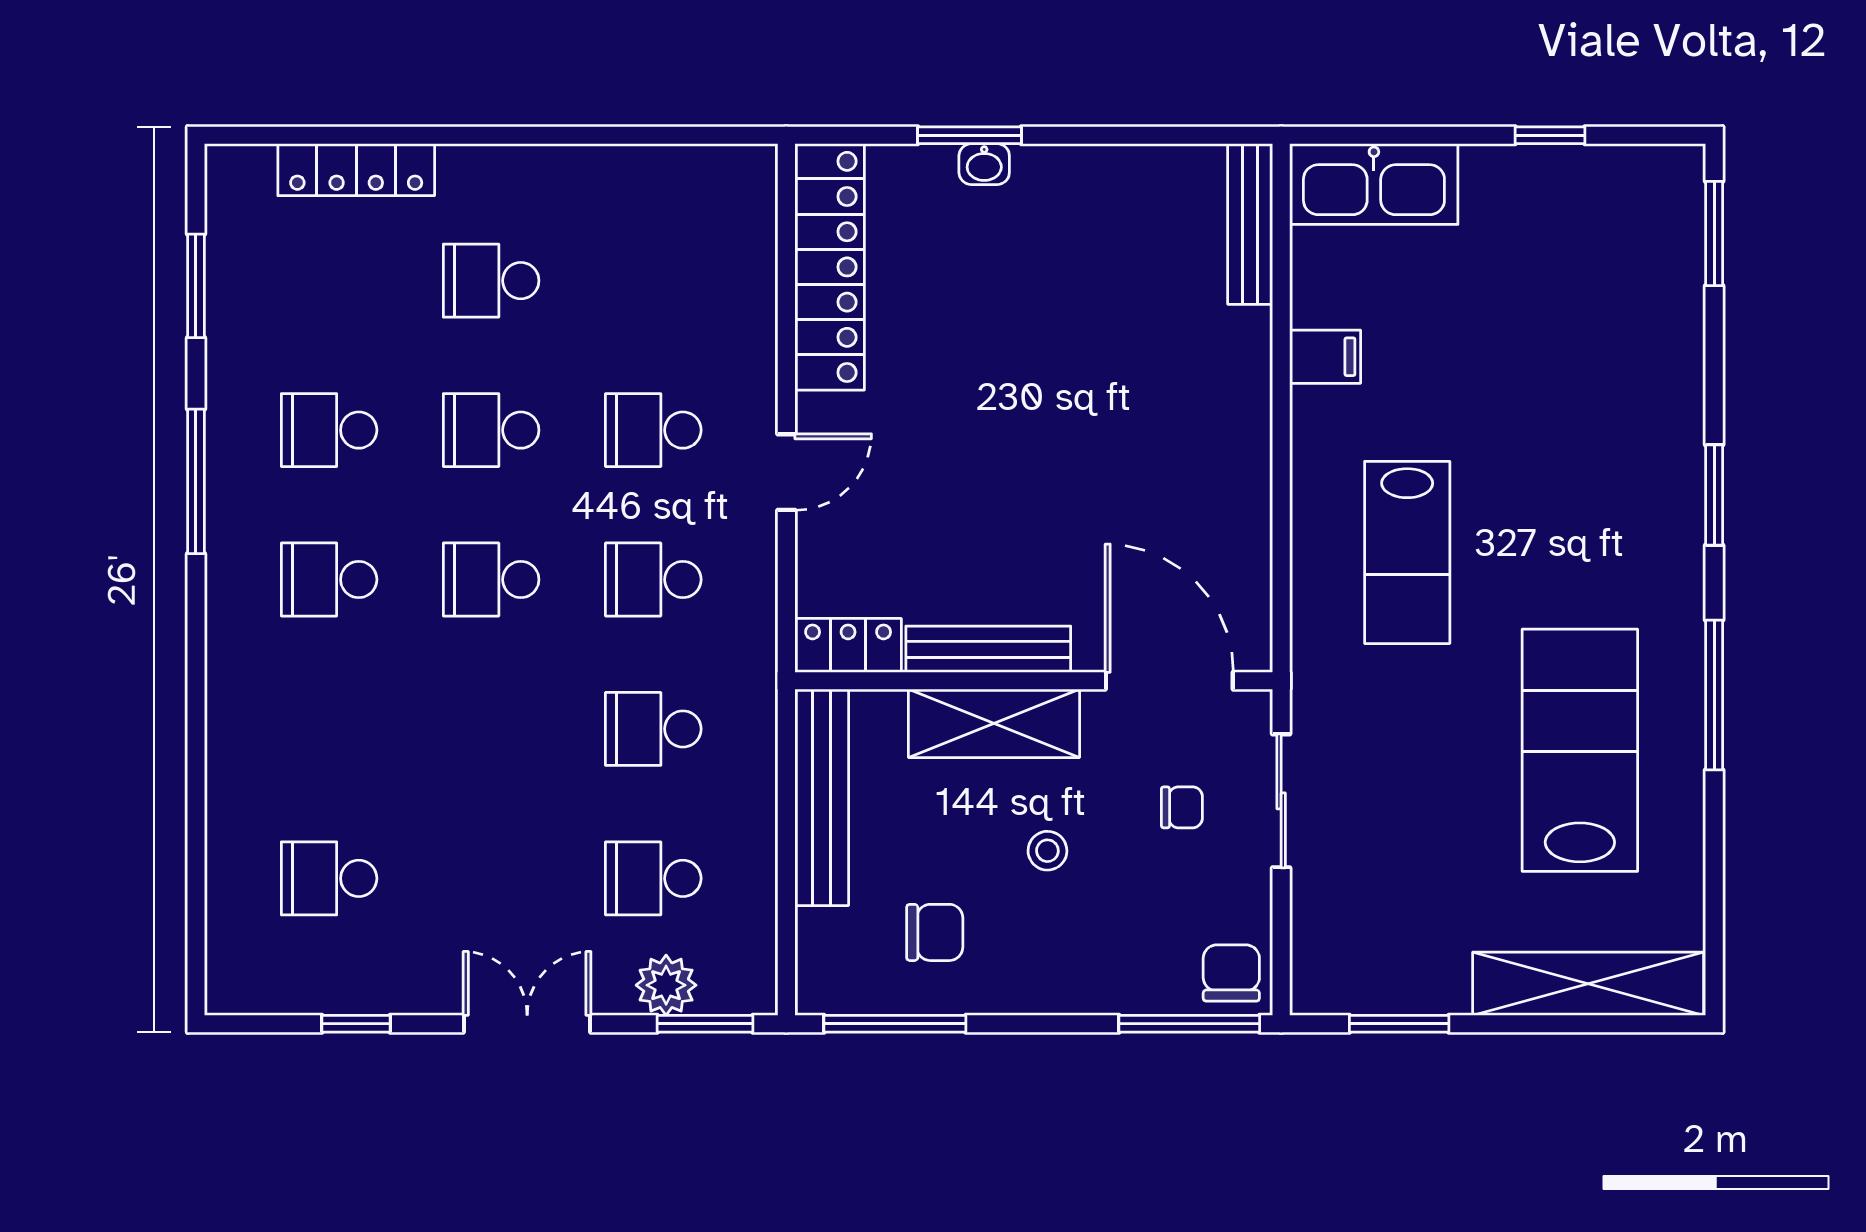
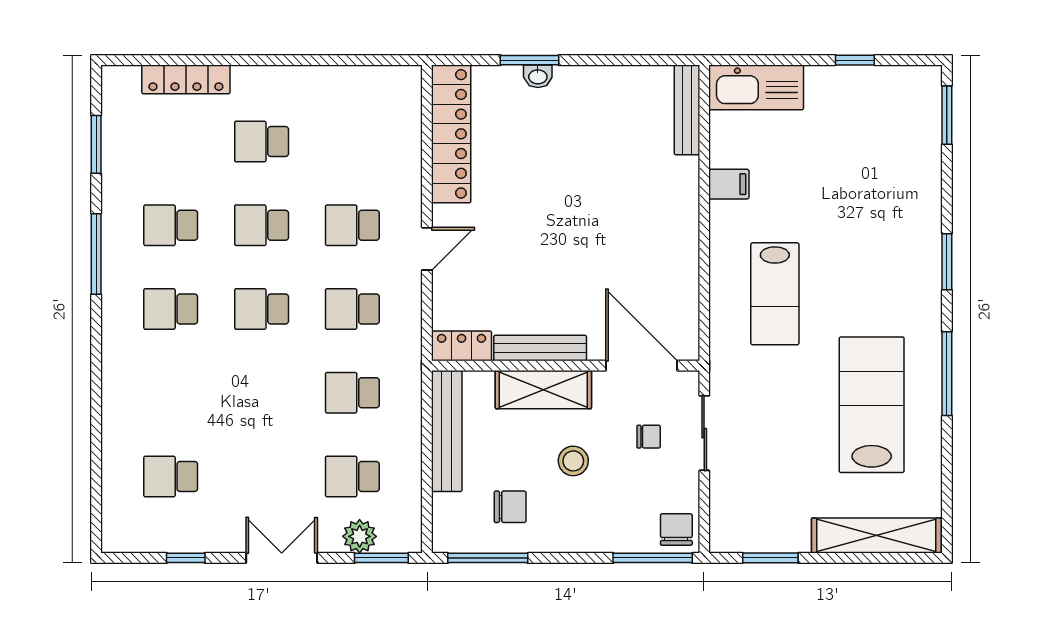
stool: (1047, 851) -> (573, 461), width x1.37, depth x1.37

